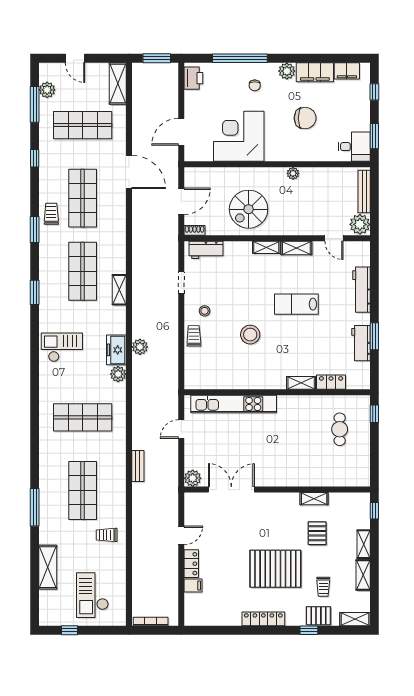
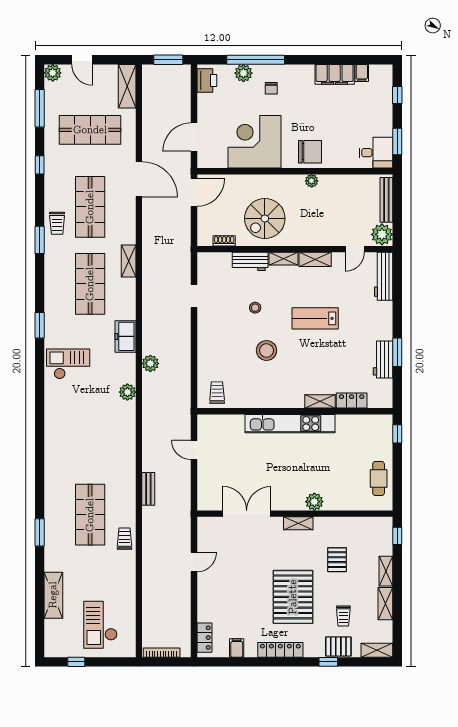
plant: (287, 71) -> (243, 73), moved
filing cabinet: (347, 71) -> (362, 73), width x0.50
plant: (47, 90) -> (53, 73), moved
chair: (305, 118) -> (310, 152), moved
door: (181, 201) -> (194, 192), moved
trolley: (51, 214) -> (57, 223), turned 180
shoe rack: (195, 230) -> (224, 241), moved
door: (334, 238) -> (355, 249), hinge flipped
workbench: (206, 250) -> (250, 261), moved
shelving: (119, 290) -> (129, 261), moved
workbench: (361, 290) -> (384, 276), moved
window: (35, 292) -> (40, 325), moved
stool: (205, 311) -> (255, 308), moved
trolley: (194, 336) -> (217, 393), moved
freezer: (116, 350) -> (126, 336), moved
kitchen unit: (234, 404) -> (290, 424), moved
shop shelf: (83, 417) -> (90, 438), removed
door: (181, 429) -> (194, 450), hinge flipped
cafe table: (340, 429) -> (379, 479), moved
plant: (193, 478) -> (314, 502), moved
shelving: (314, 499) -> (298, 523), moved
window: (35, 507) -> (40, 532), width x0.69
trolley: (107, 535) -> (124, 539), moved, turned 90
locker: (191, 564) -> (204, 638), moved
pallet: (275, 569) -> (293, 597), turned 90
filing cabinet: (193, 585) -> (237, 648), moved, turned -90

